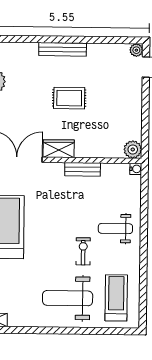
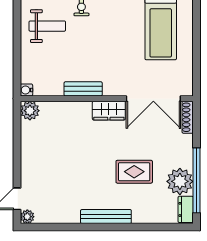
rug: (69, 98) -> (134, 172), moved

